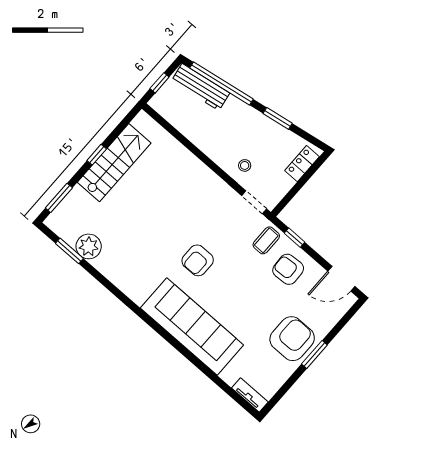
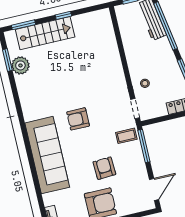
stairs: (114, 163) -> (45, 33), moved
window: (294, 238) -> (144, 146), width x2.17
armchair: (288, 269) -> (104, 168), moved
door: (341, 279) -> (154, 189), swing flipped

